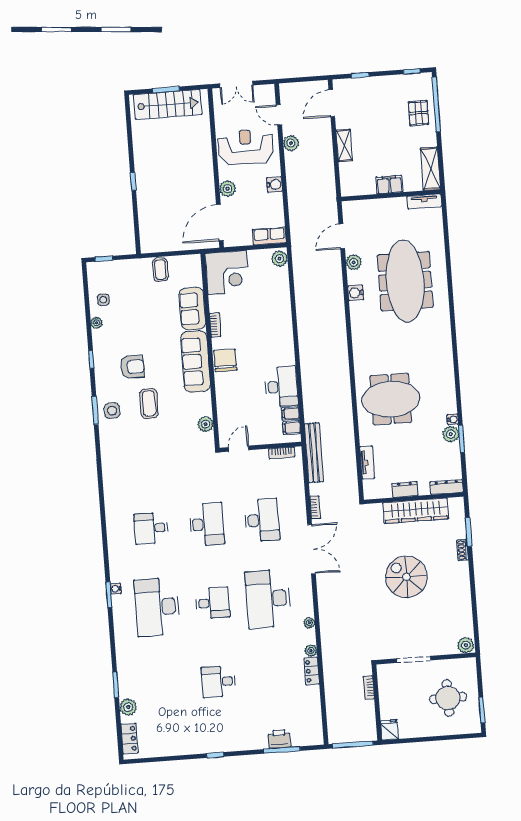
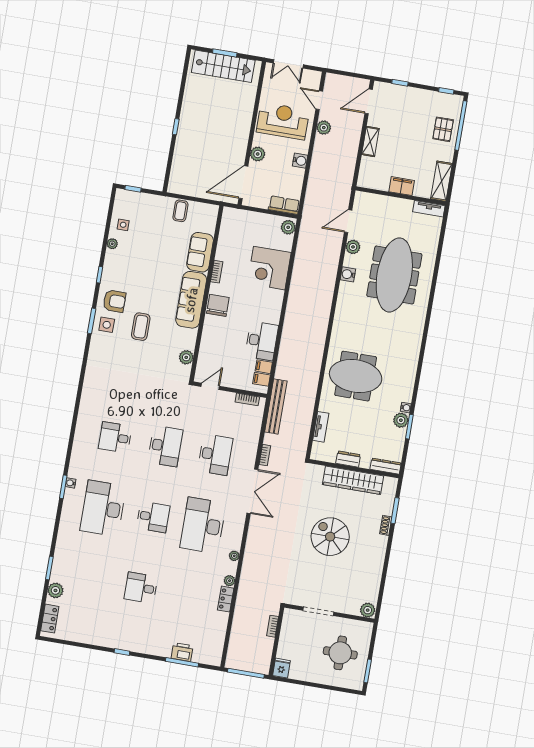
corner desk: (227, 273) -> (269, 268), moved, turned 90
armchair: (132, 367) -> (114, 301), moved

